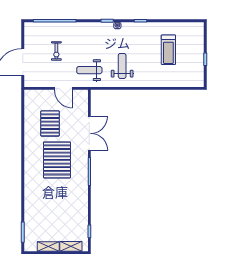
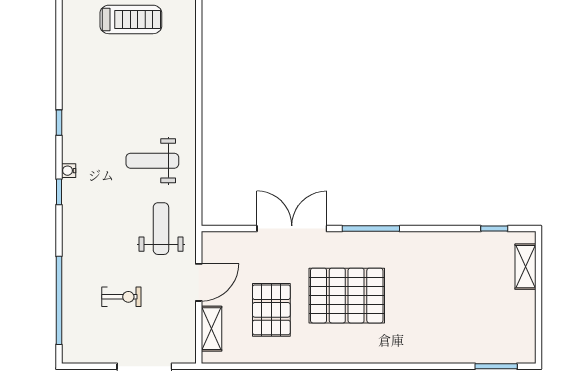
treadmill: (168, 50) -> (131, 19), moved
weight bench: (89, 70) -> (161, 229), turned 180
pallet: (50, 123) -> (271, 310), turned 90
shelving: (48, 246) -> (212, 329), moved

